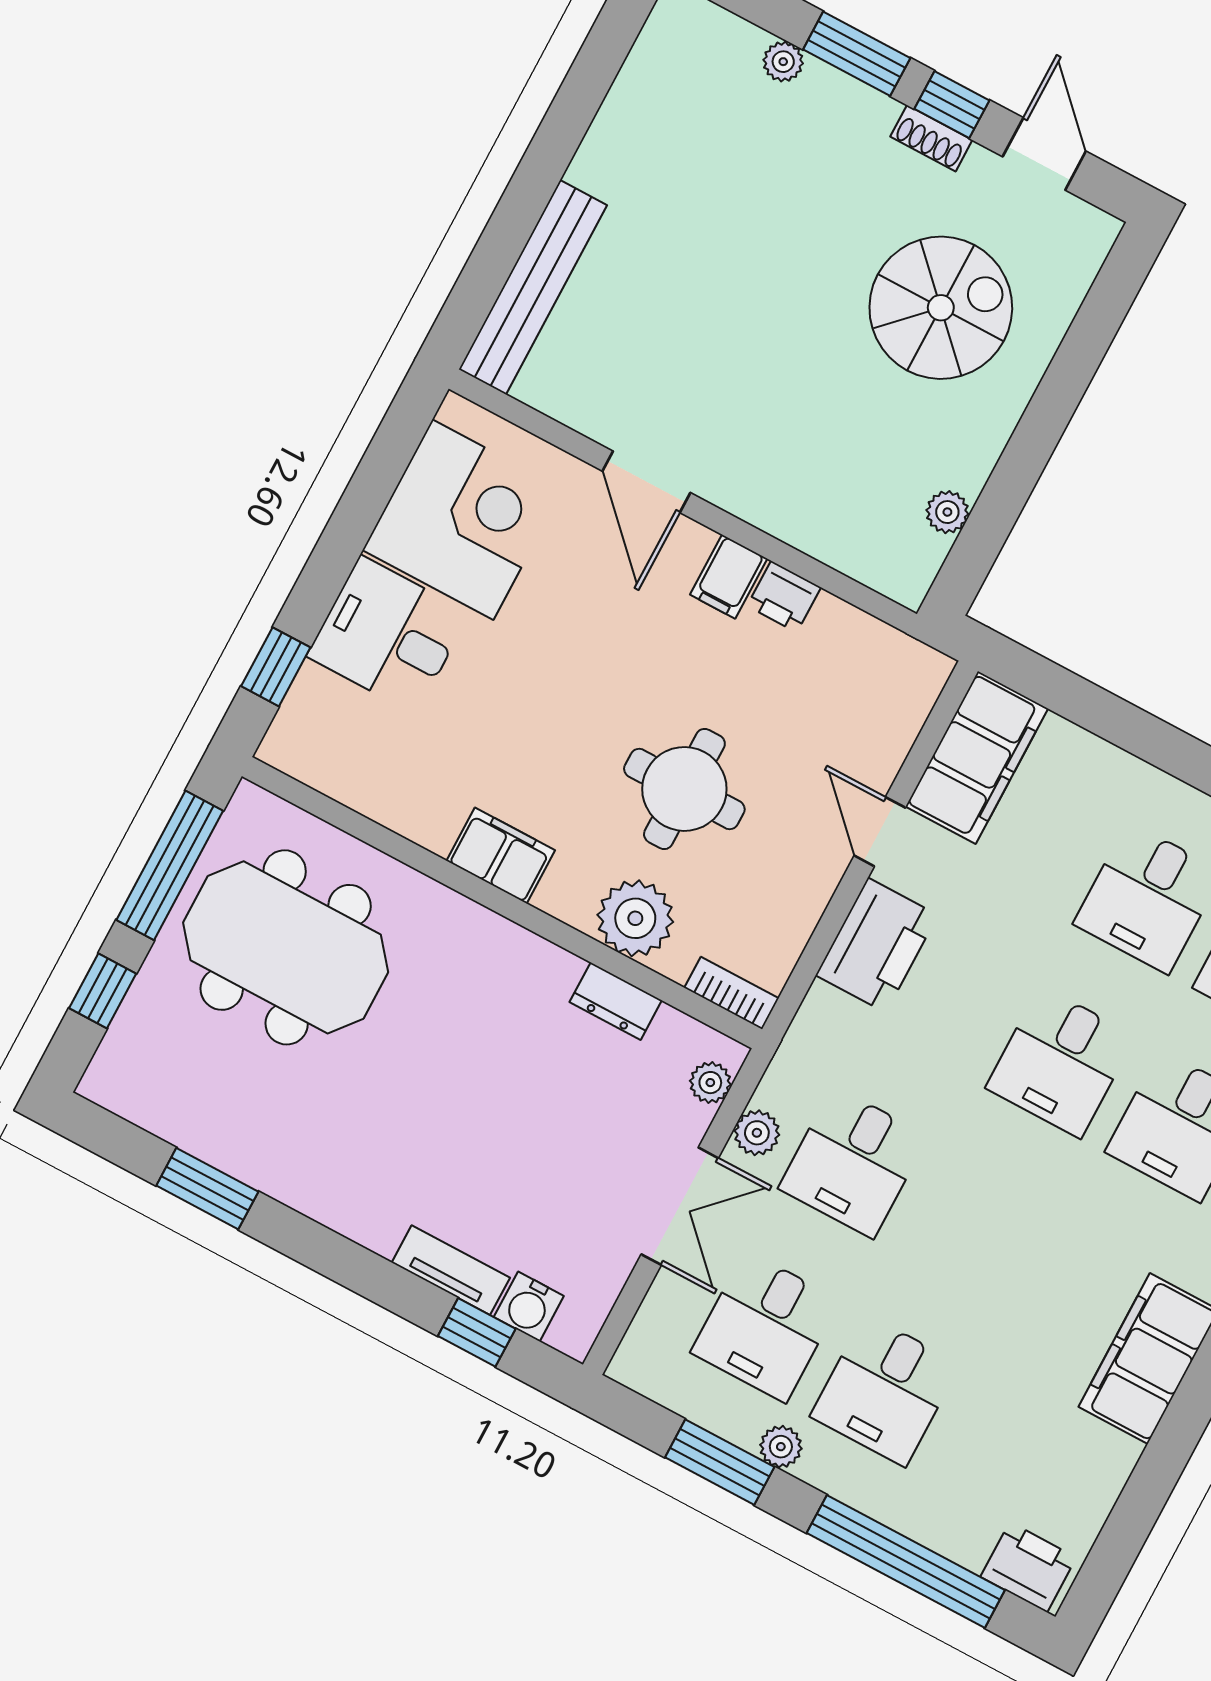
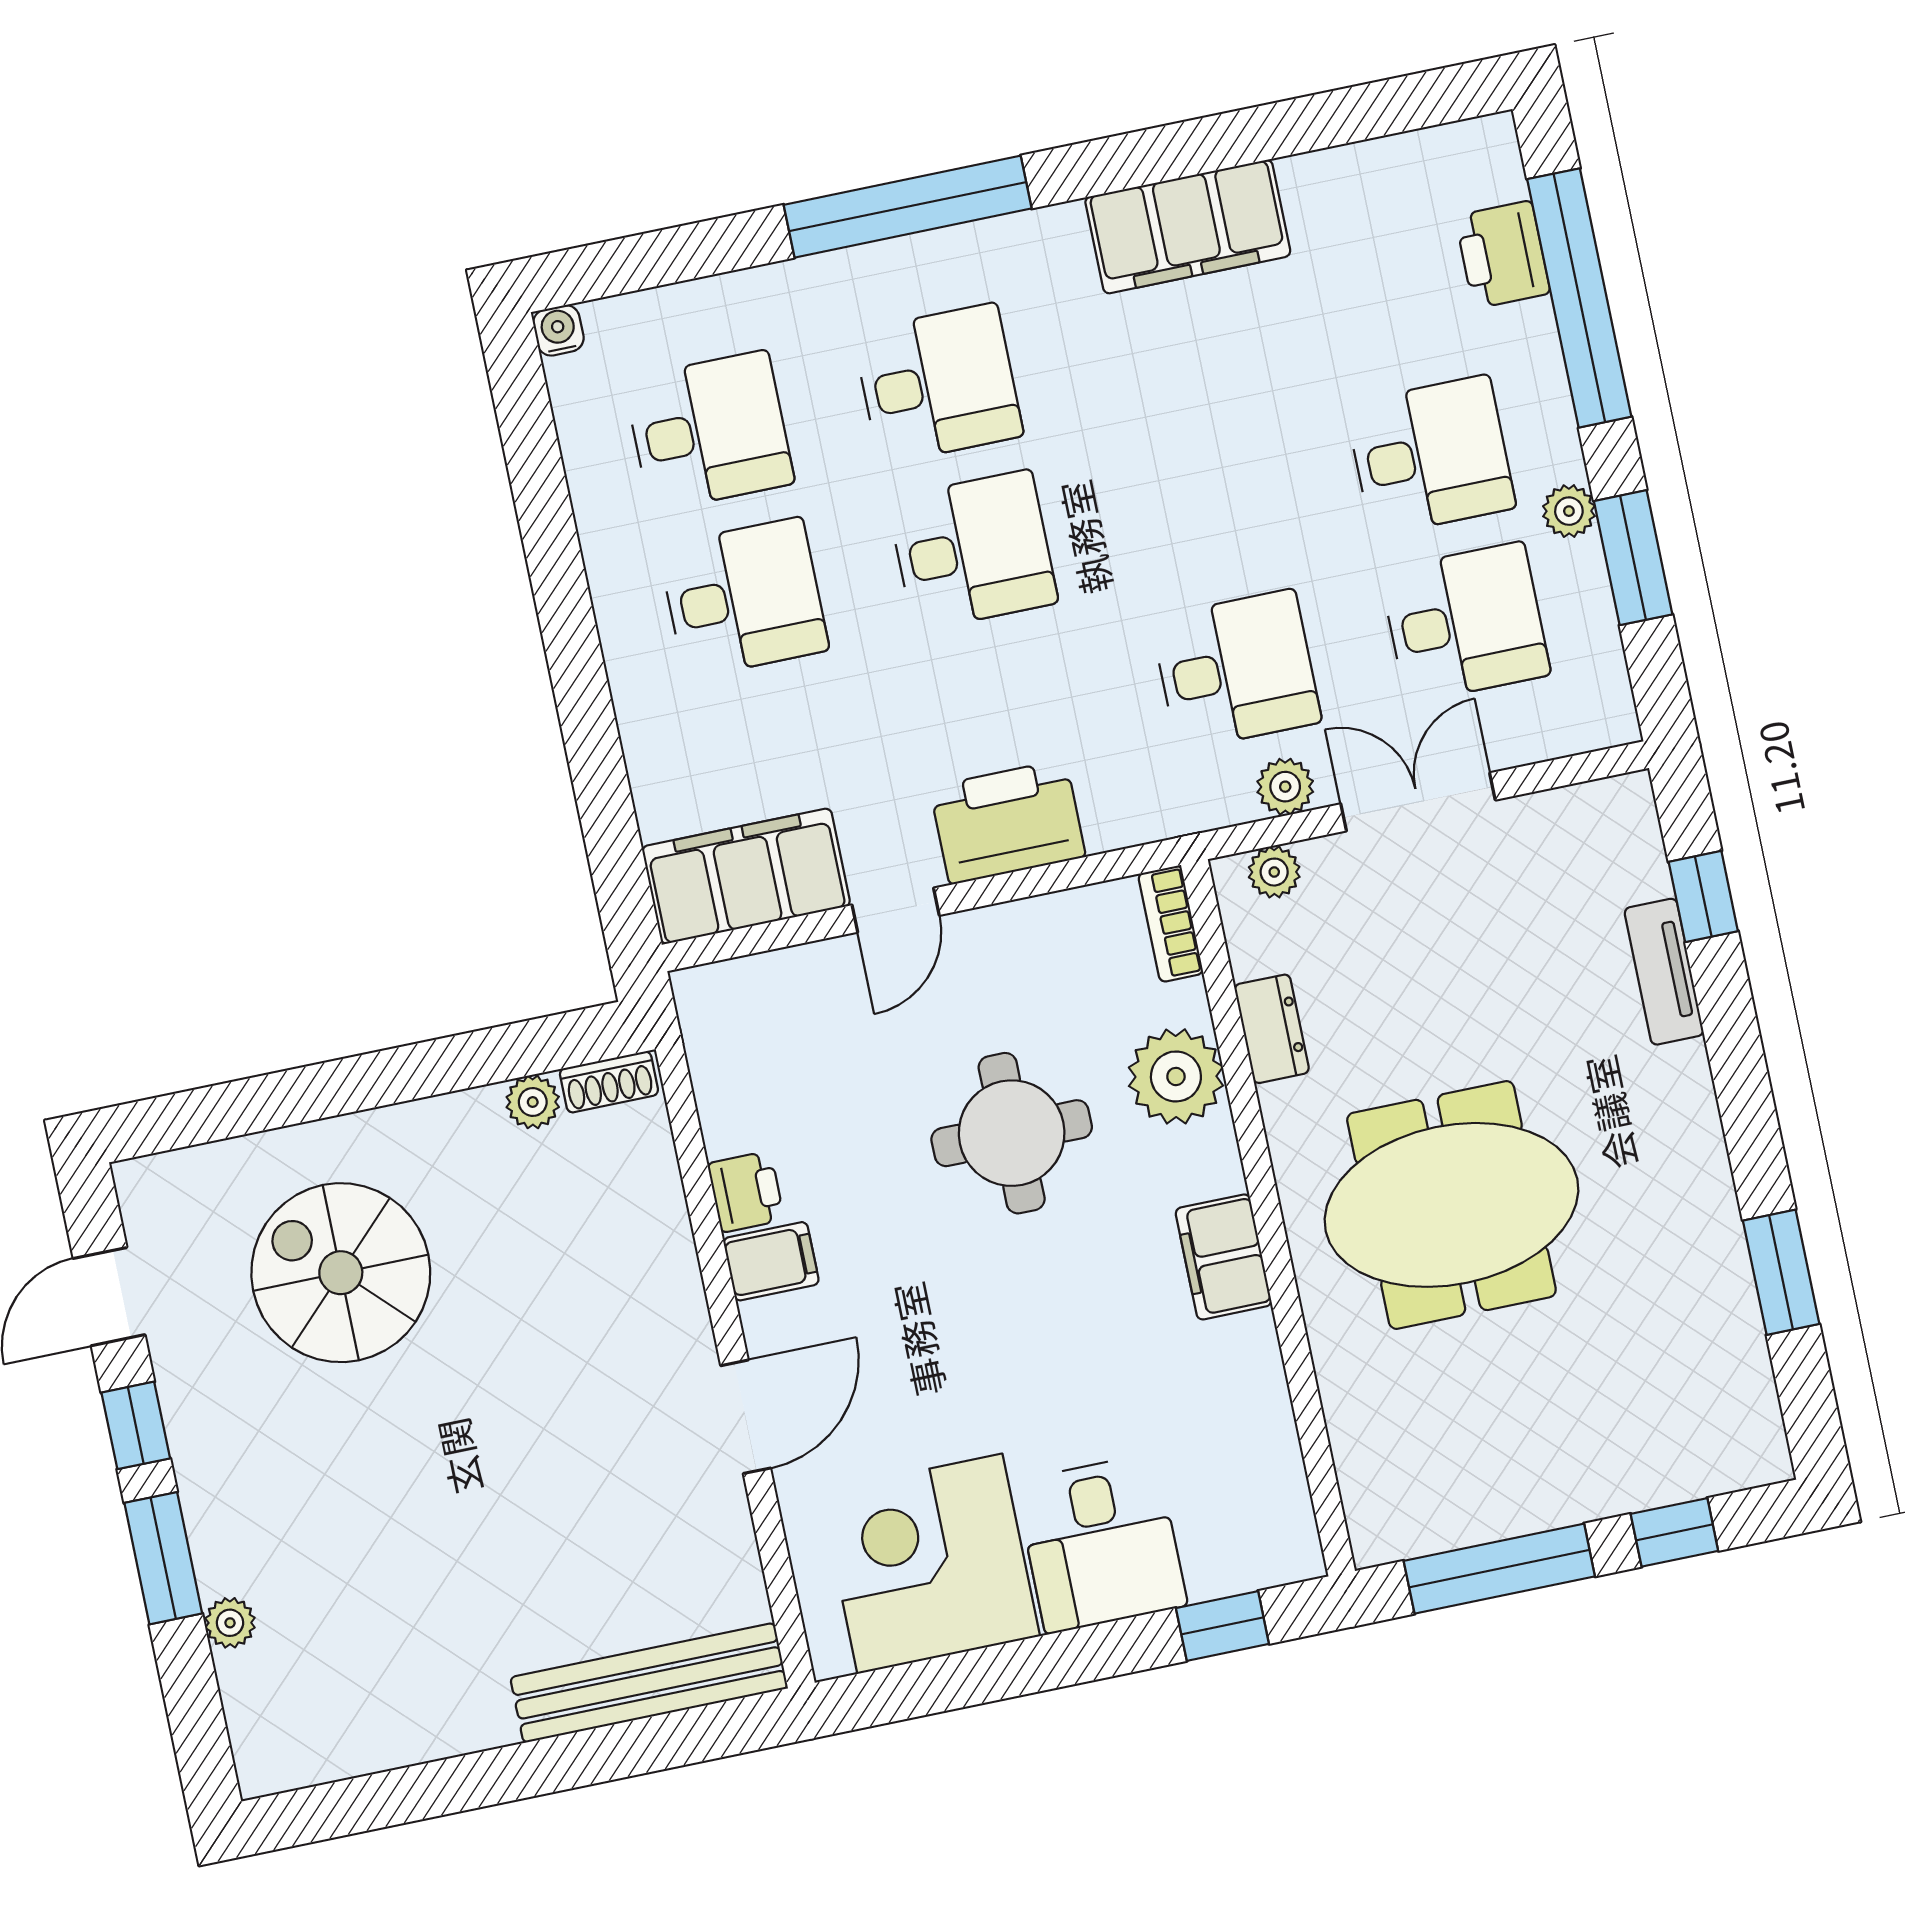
shoe rack: (931, 138) -> (609, 1082), moved, turned 90
meeting table: (286, 947) -> (1451, 1205), moved, turned 90
water cooler: (529, 1307) -> (1636, 867), removed
printer: (1028, 1567) -> (1503, 255), moved

